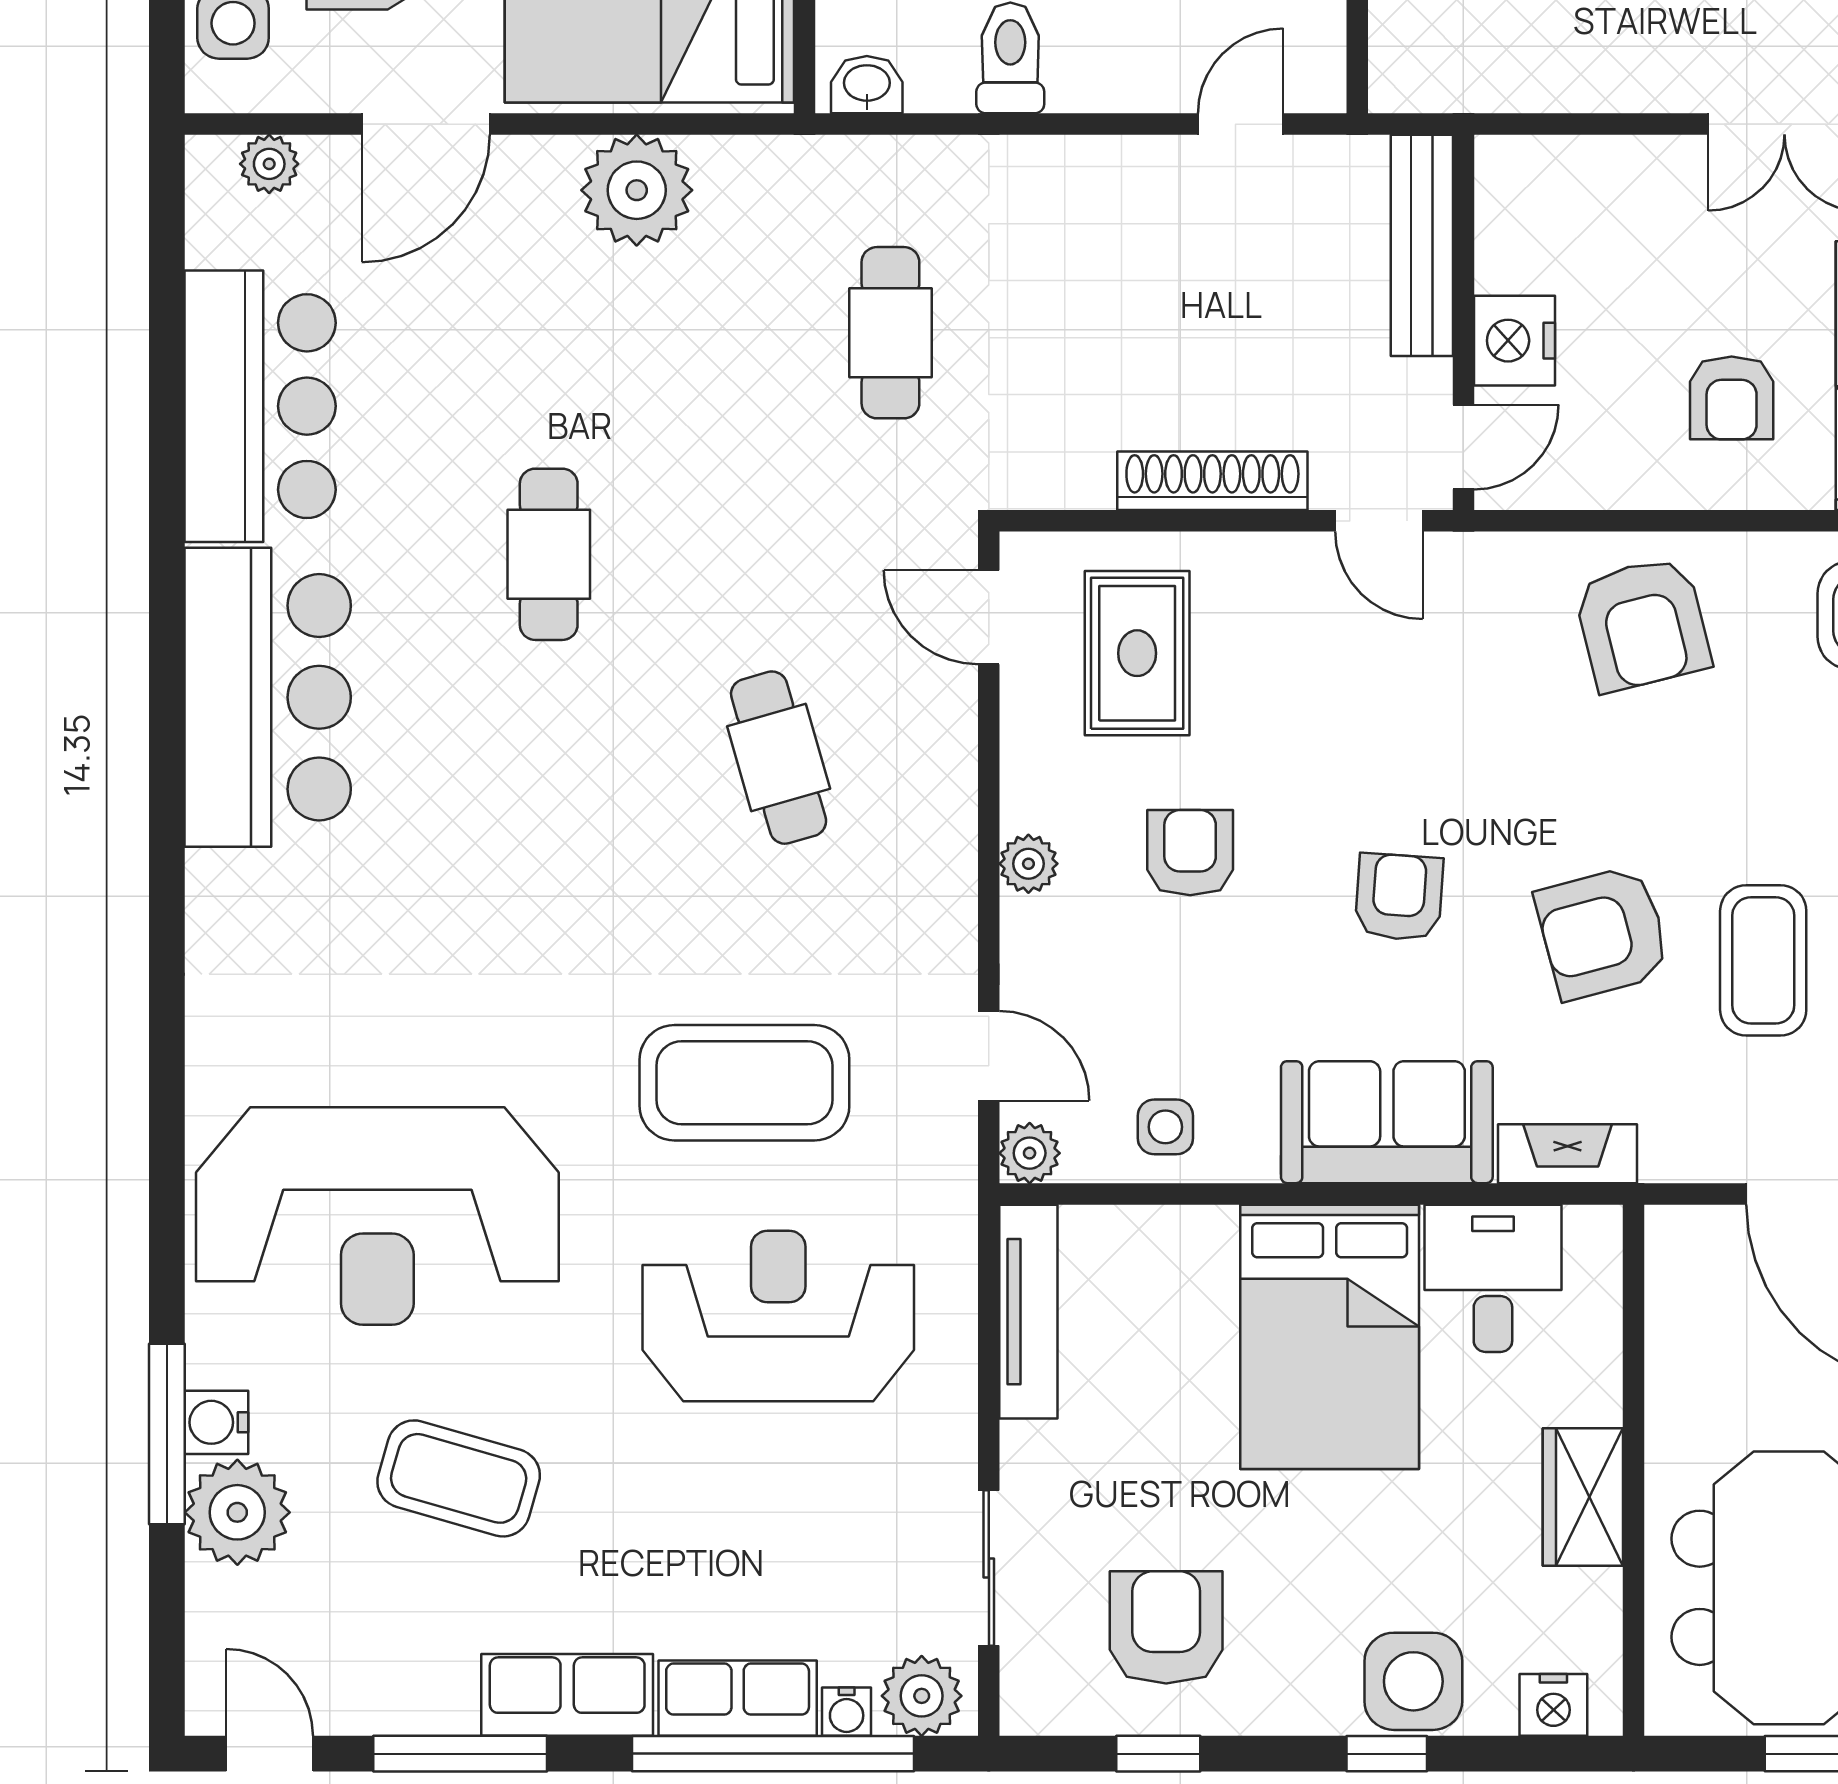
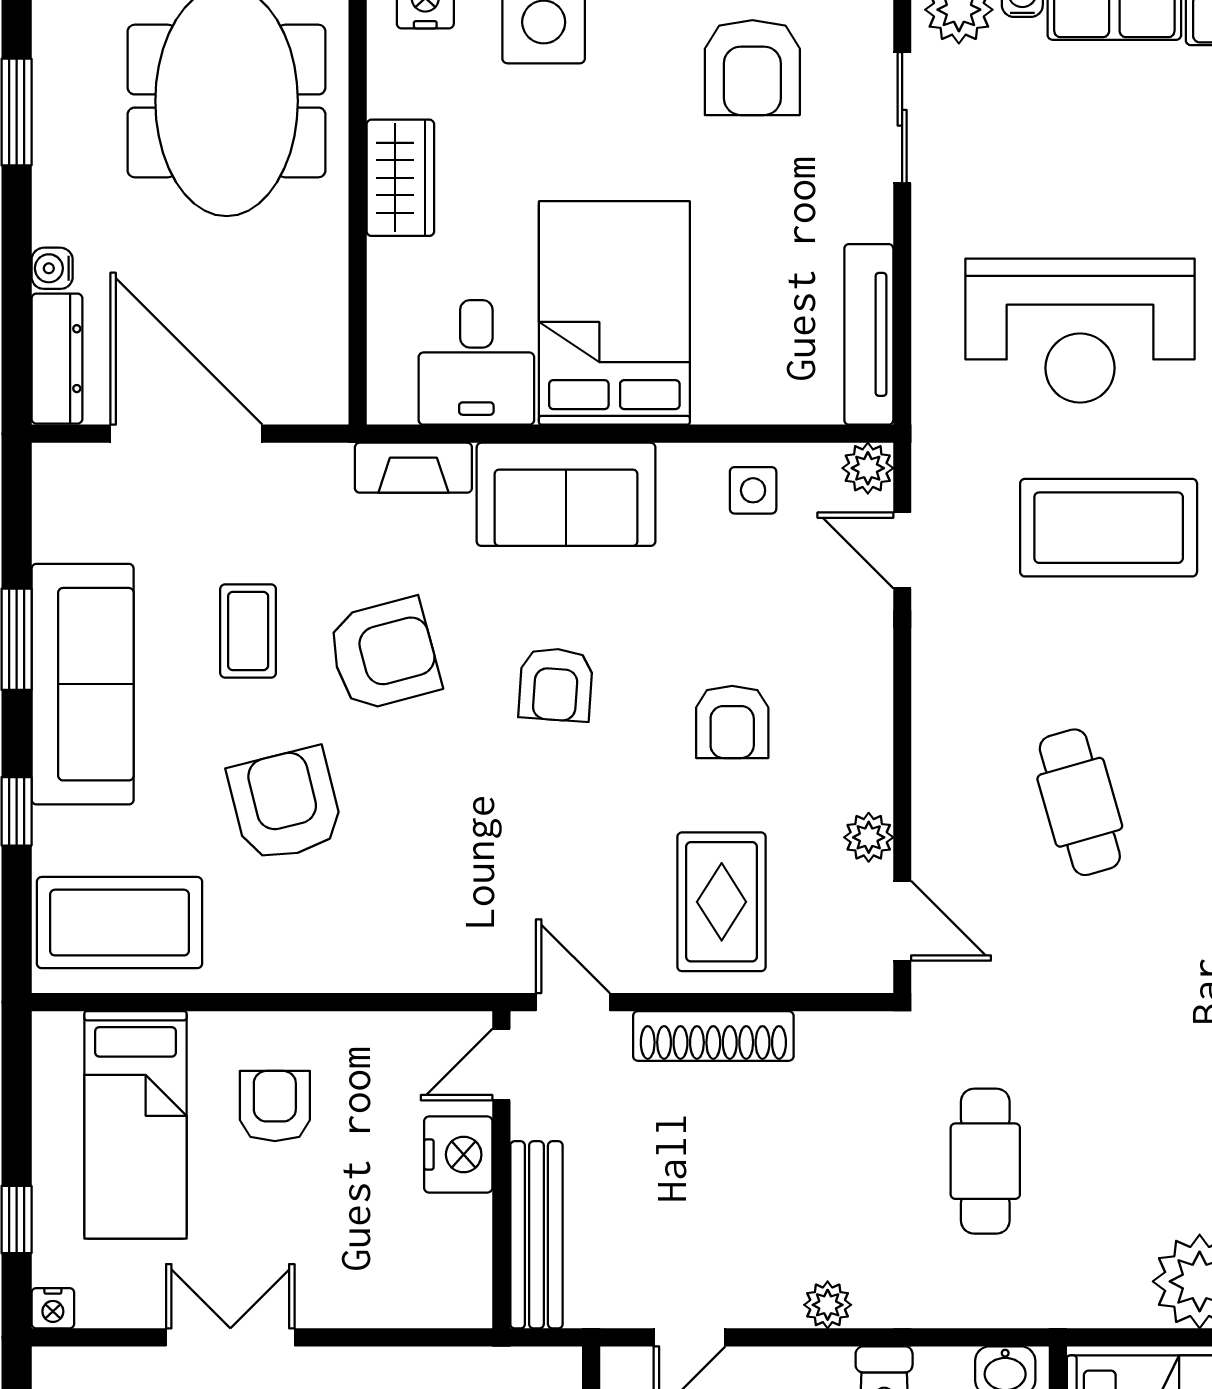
plant: (1077, 163) -> (828, 1305), added
armchair: (1642, 624) -> (286, 805), moved
rug: (1137, 653) -> (722, 902), moved
plant: (1028, 864) -> (869, 837), moved
coffee table: (1763, 960) -> (248, 631), width x0.73, depth x0.77

